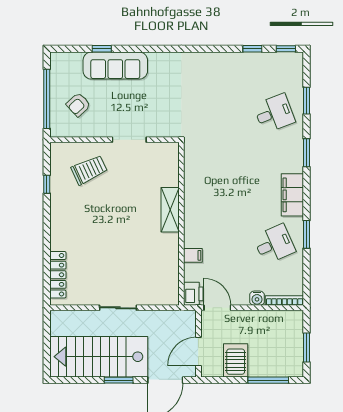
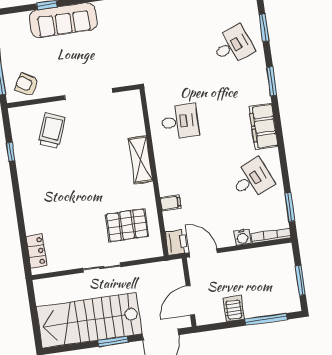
armchair: (78, 105) -> (26, 85), moved, turned 74
doorway: (129, 140) -> (88, 94), width x1.36
trolley: (89, 170) -> (52, 131), turned -44
desk: (213, 179) -> (180, 121), added
window: (307, 234) -> (290, 207), moved
pallet: (148, 271) -> (127, 225), added
locker: (58, 275) -> (37, 251), width x0.66
server rack: (236, 360) -> (234, 309), width x0.73, depth x0.70

